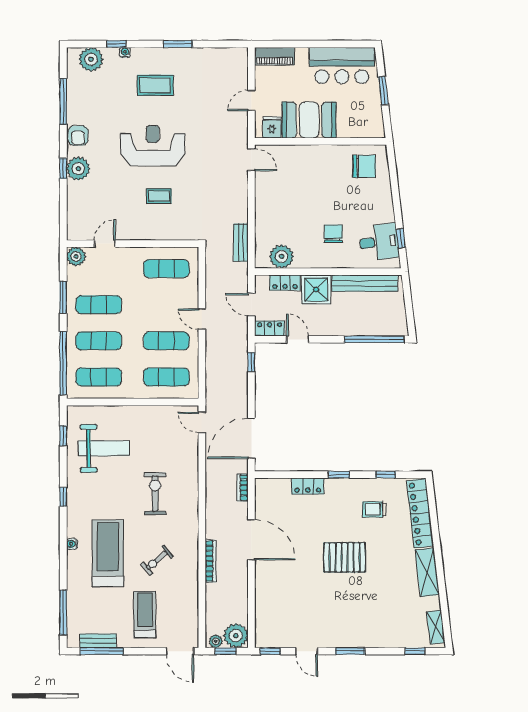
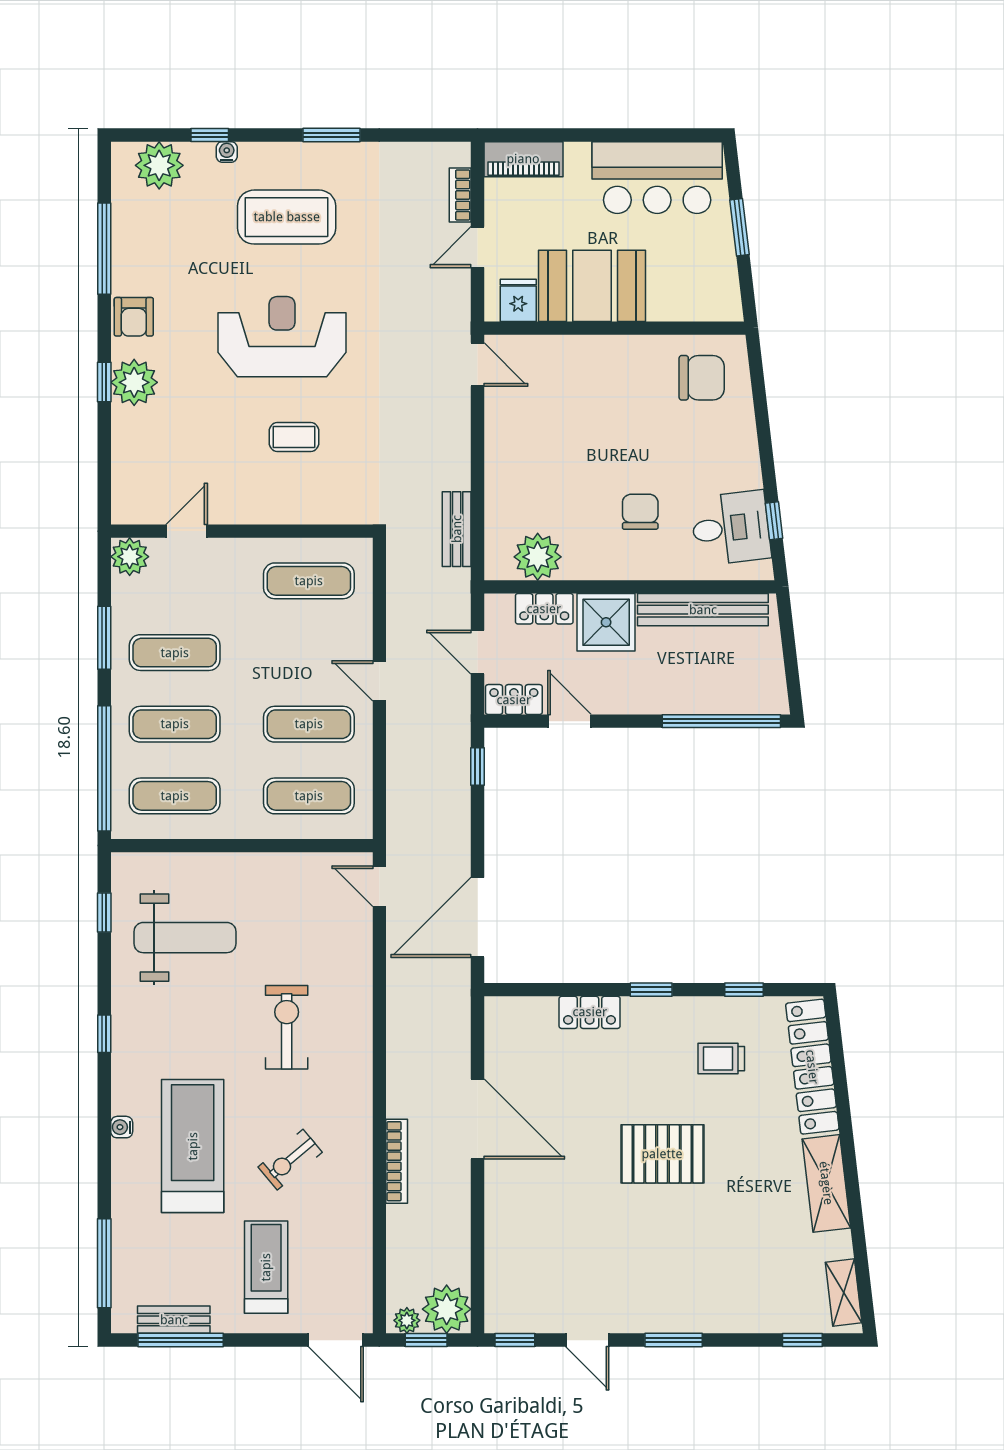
coffee table: (155, 85) -> (287, 217), width x1.36, depth x1.32
bookcase: (243, 488) -> (460, 195), moved

